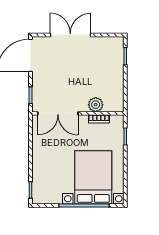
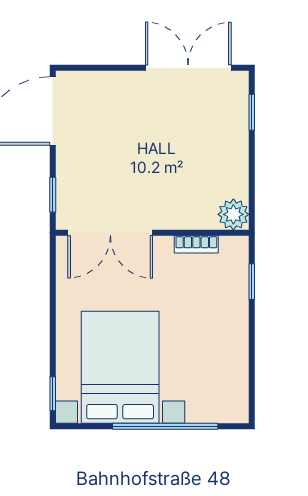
double door: (70, 35) -> (188, 68), moved
plant: (96, 105) -> (233, 214), moved
bed with nightstands: (93, 177) -> (120, 367), moved

